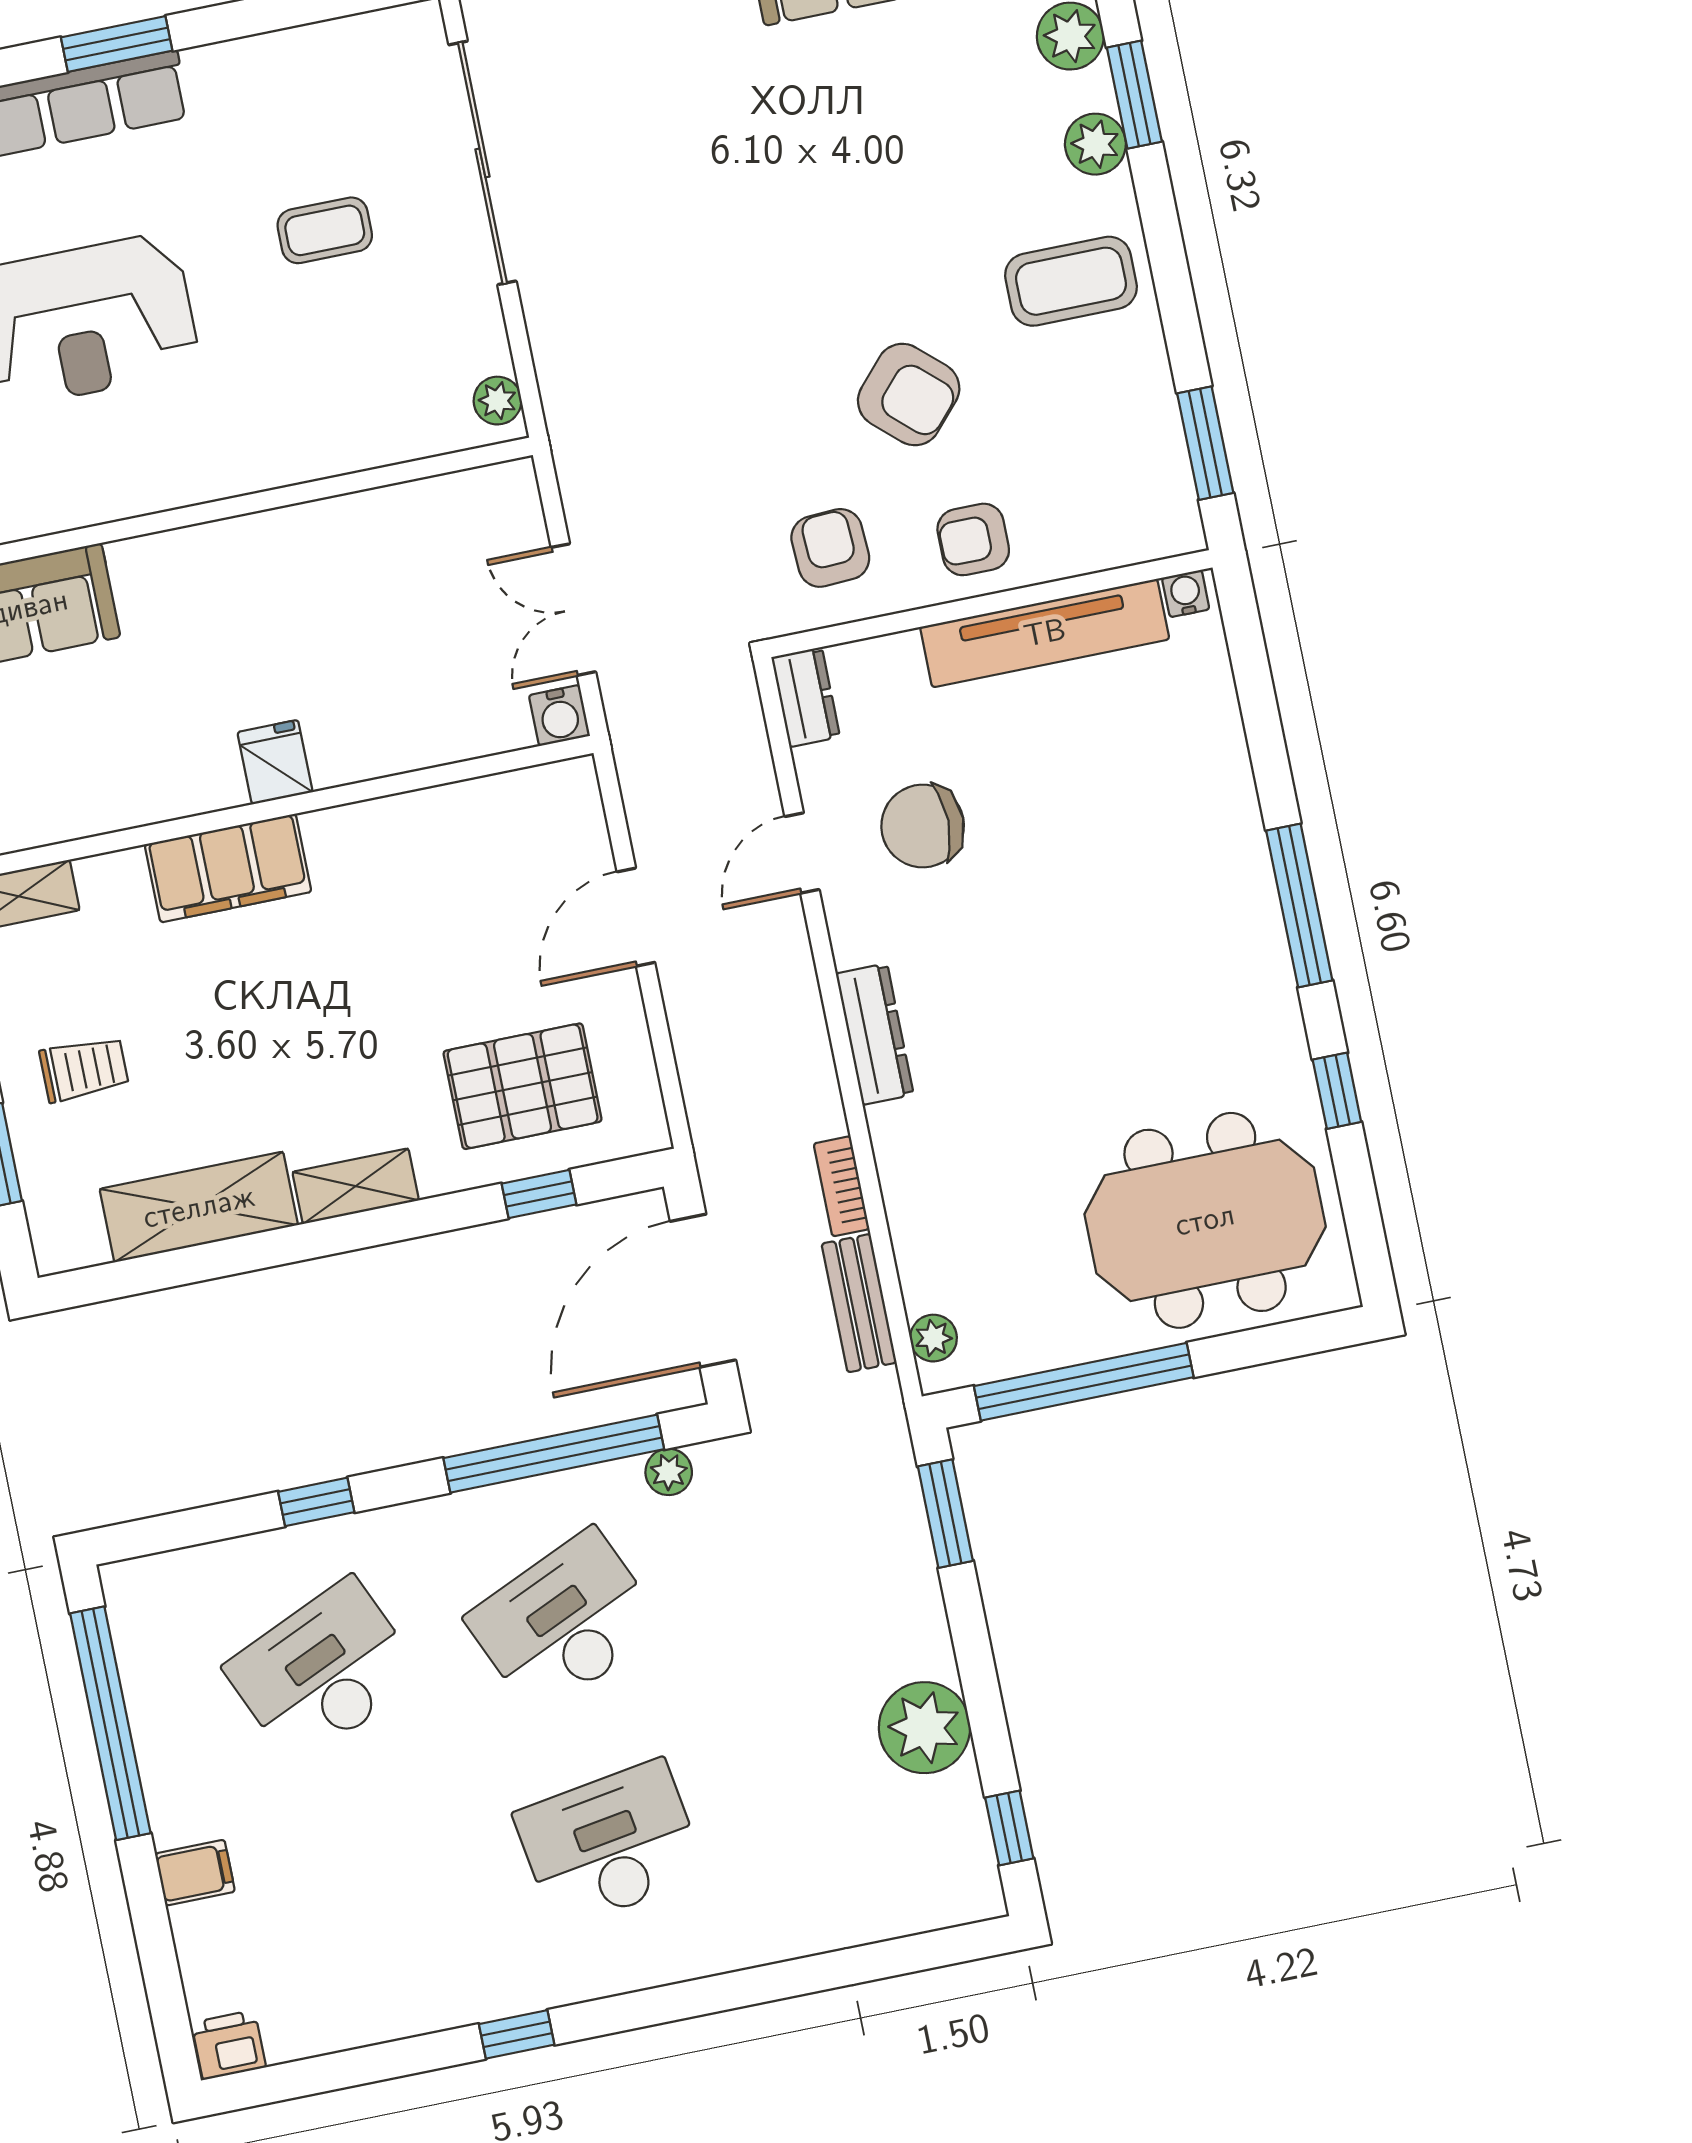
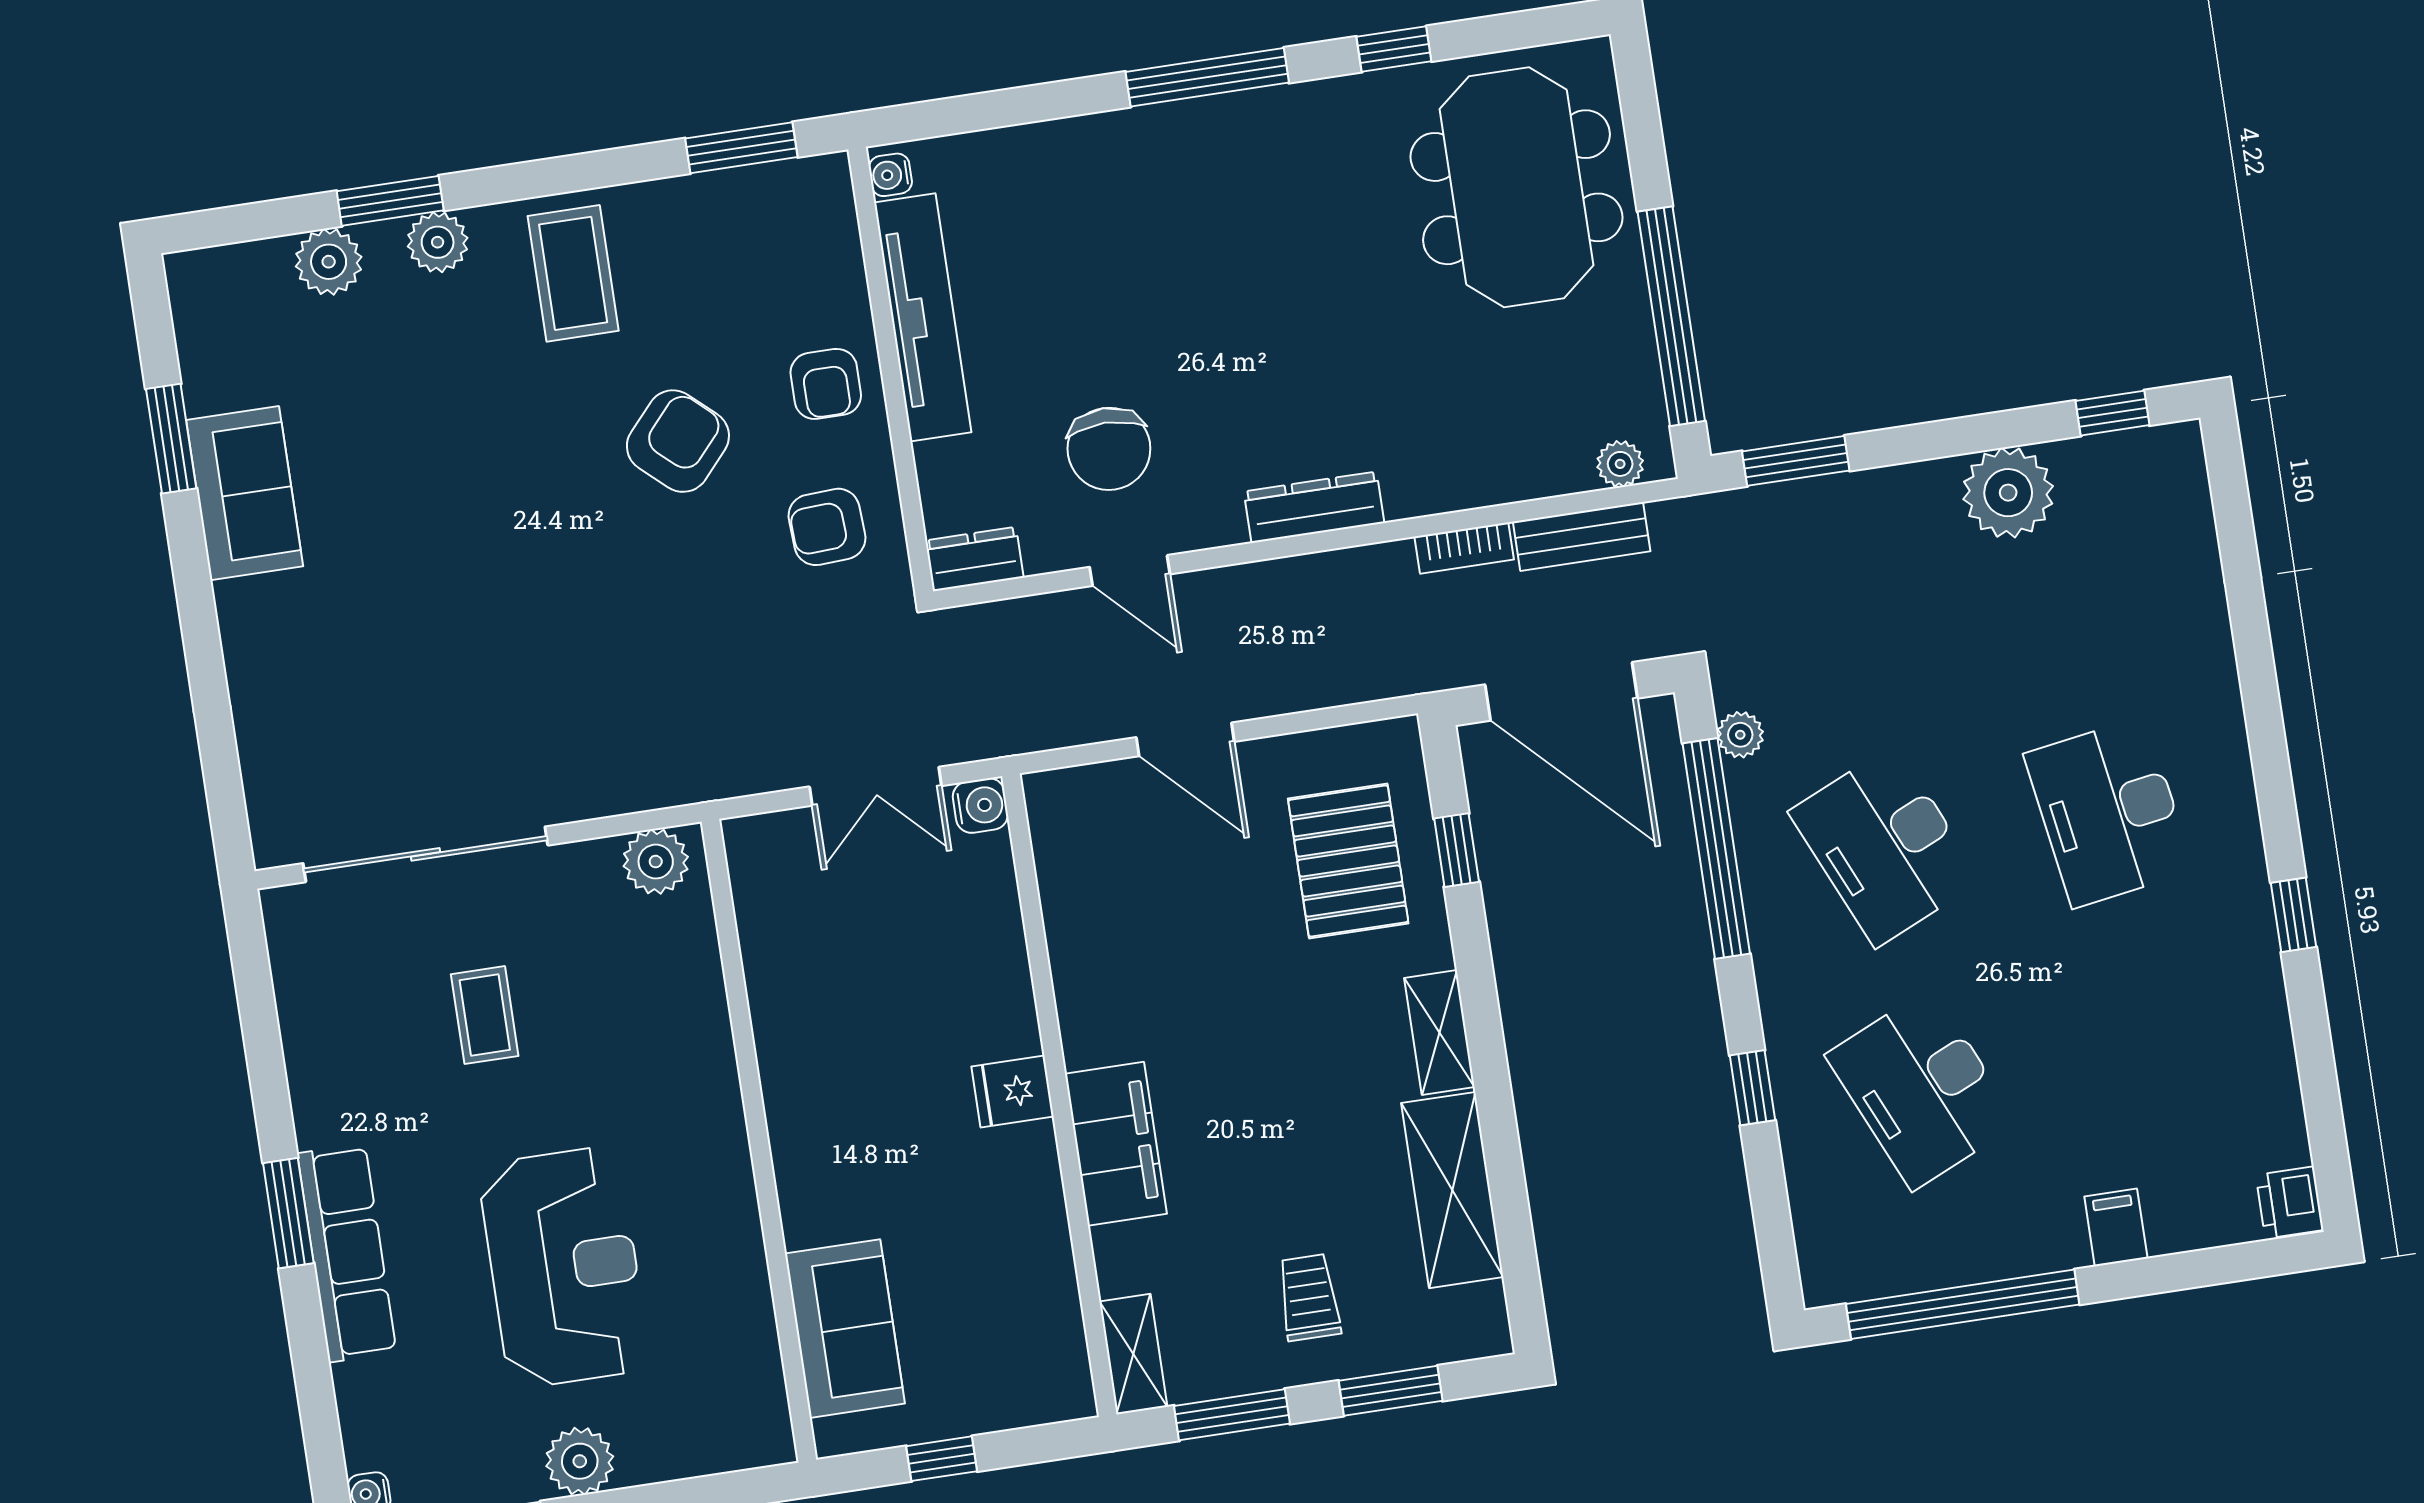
plant: (498, 401) -> (656, 862), width x1.38, depth x1.38

